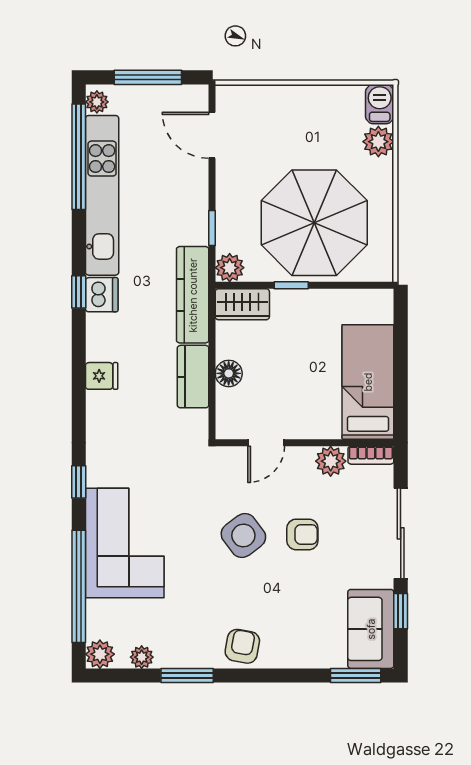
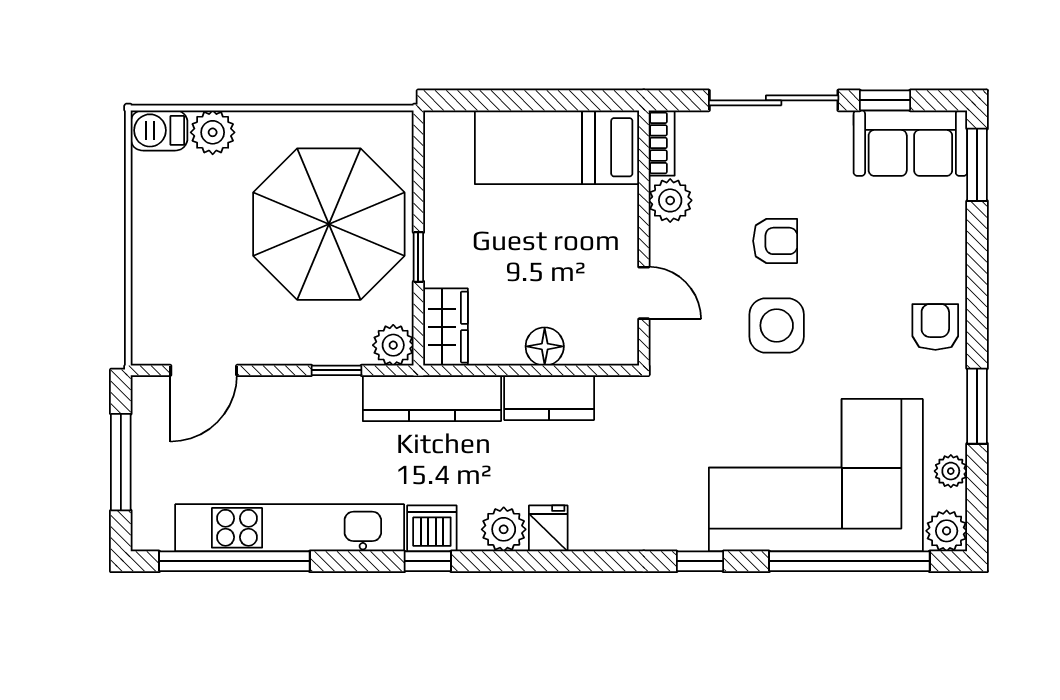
plant: (97, 102) -> (504, 529), moved, width x1.38, depth x1.38
armchair: (302, 534) -> (775, 241), turned 90
side table: (243, 535) -> (777, 325), turned 37
corner sofa: (125, 543) -> (816, 475), width x1.36, depth x1.36
armchair: (242, 646) -> (935, 327), turned 80

